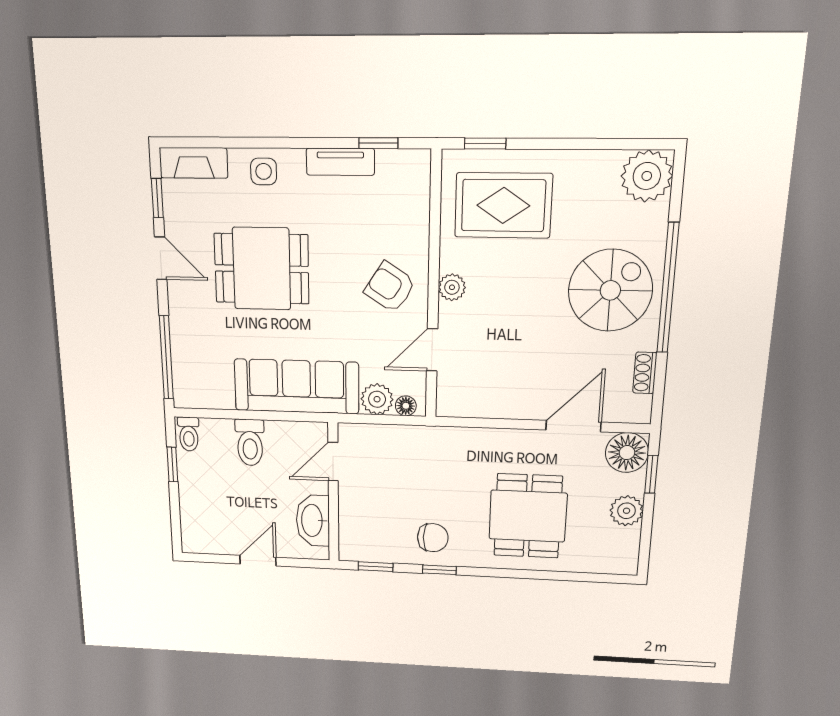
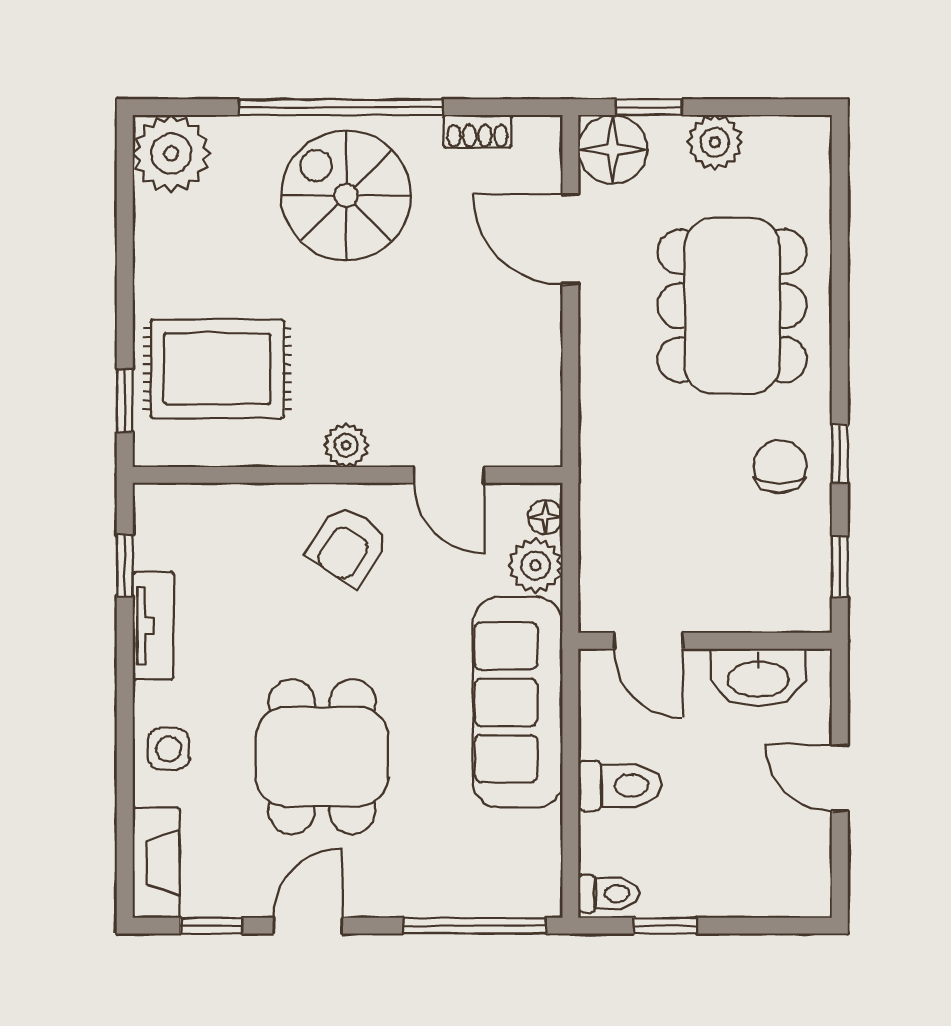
rug: (503, 205) -> (217, 369), turned 90
dining table: (528, 516) -> (732, 306), width x1.38

